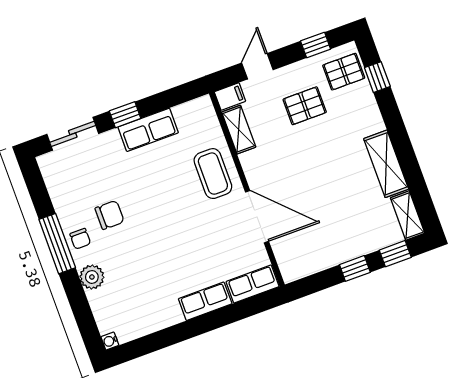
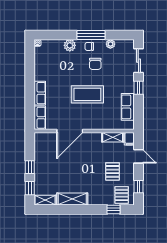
row of seats: (148, 130) -> (128, 107), moved
coffee table: (213, 174) -> (87, 94), moved, width x1.36, depth x1.32
plant: (61, 200) -> (110, 44), added

